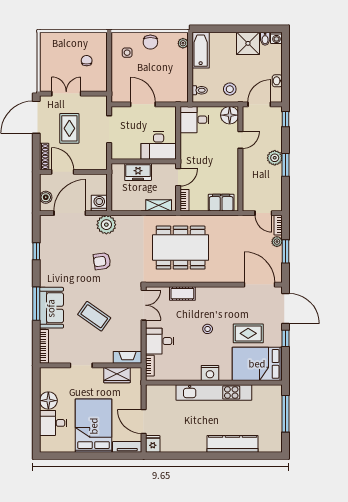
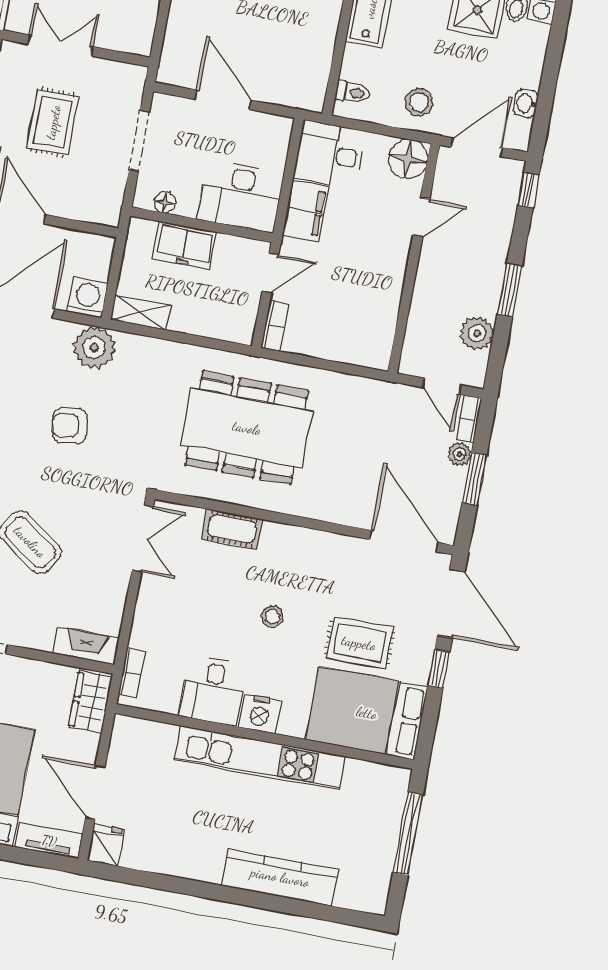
floor lamp: (126, 155) -> (165, 202), added
plant: (275, 158) -> (477, 333), moved
filing cabinet: (221, 203) -> (305, 211), moved, turned 90
shelving: (159, 205) -> (141, 312), moved
desk: (160, 341) -> (213, 691), moved, turned -90
wardrobe: (117, 375) -> (90, 702), moved, turned 90

